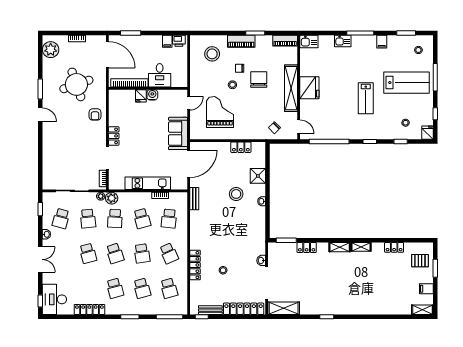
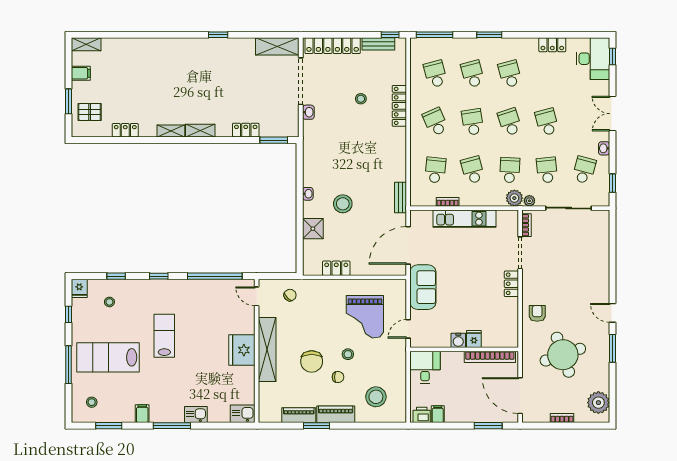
piano: (285, 41) -> (299, 415), moved
desk: (160, 75) -> (425, 367), moved
locker: (89, 309) -> (552, 45), width x0.66

